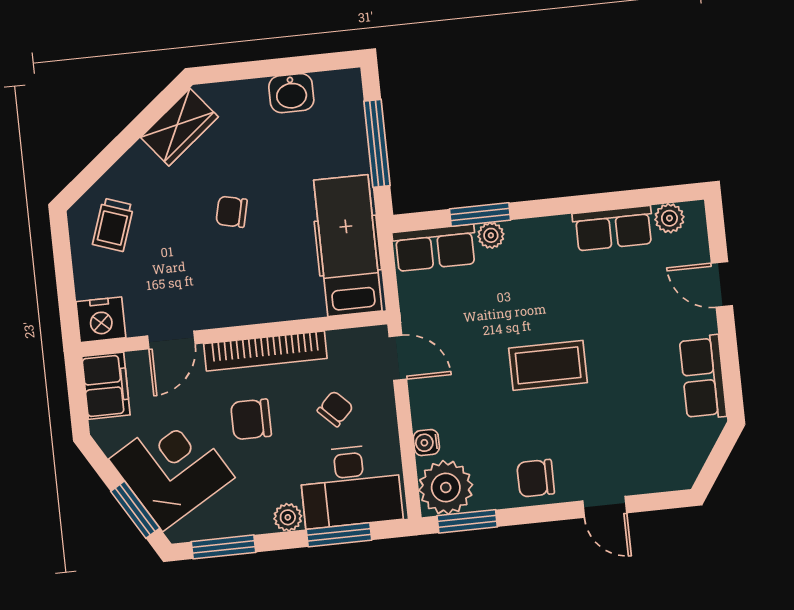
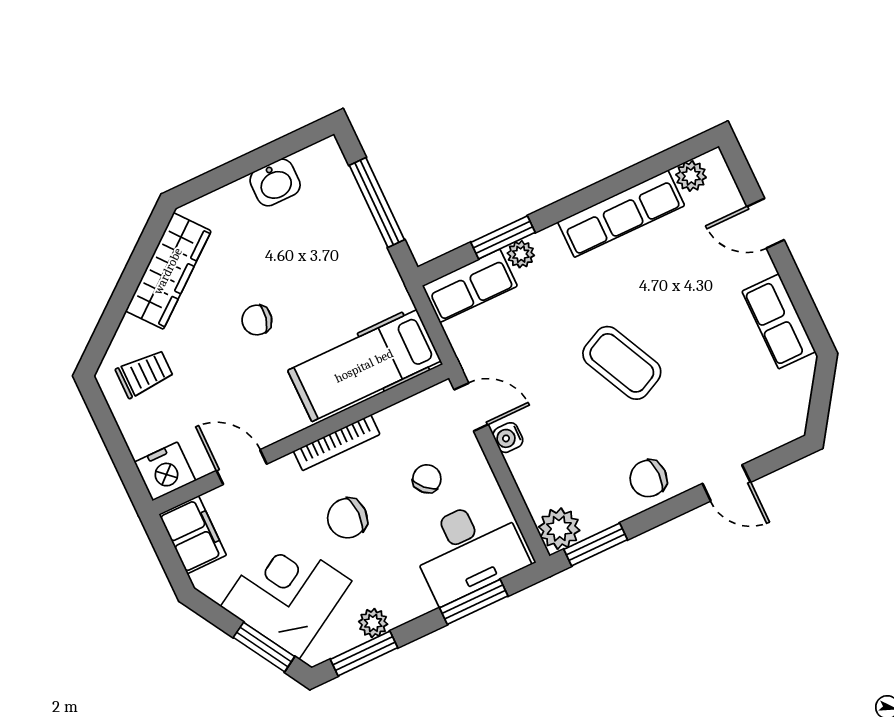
wardrobe: (179, 127) -> (168, 271), width x1.50
trolley: (113, 225) -> (144, 374), turned -109
row of seats: (613, 228) -> (621, 214), width x1.48
hospital bed: (348, 246) -> (364, 366), moved, turned -90
door: (171, 340) -> (242, 467), swing flipped
bookcase: (265, 351) -> (337, 443), width x0.68, depth x0.76
coffee table: (548, 365) -> (622, 363), turned 64
water cooler: (426, 443) -> (508, 438), moved
plant: (446, 487) -> (559, 529), width x0.73, depth x0.73
plant: (288, 517) -> (373, 623), moved

